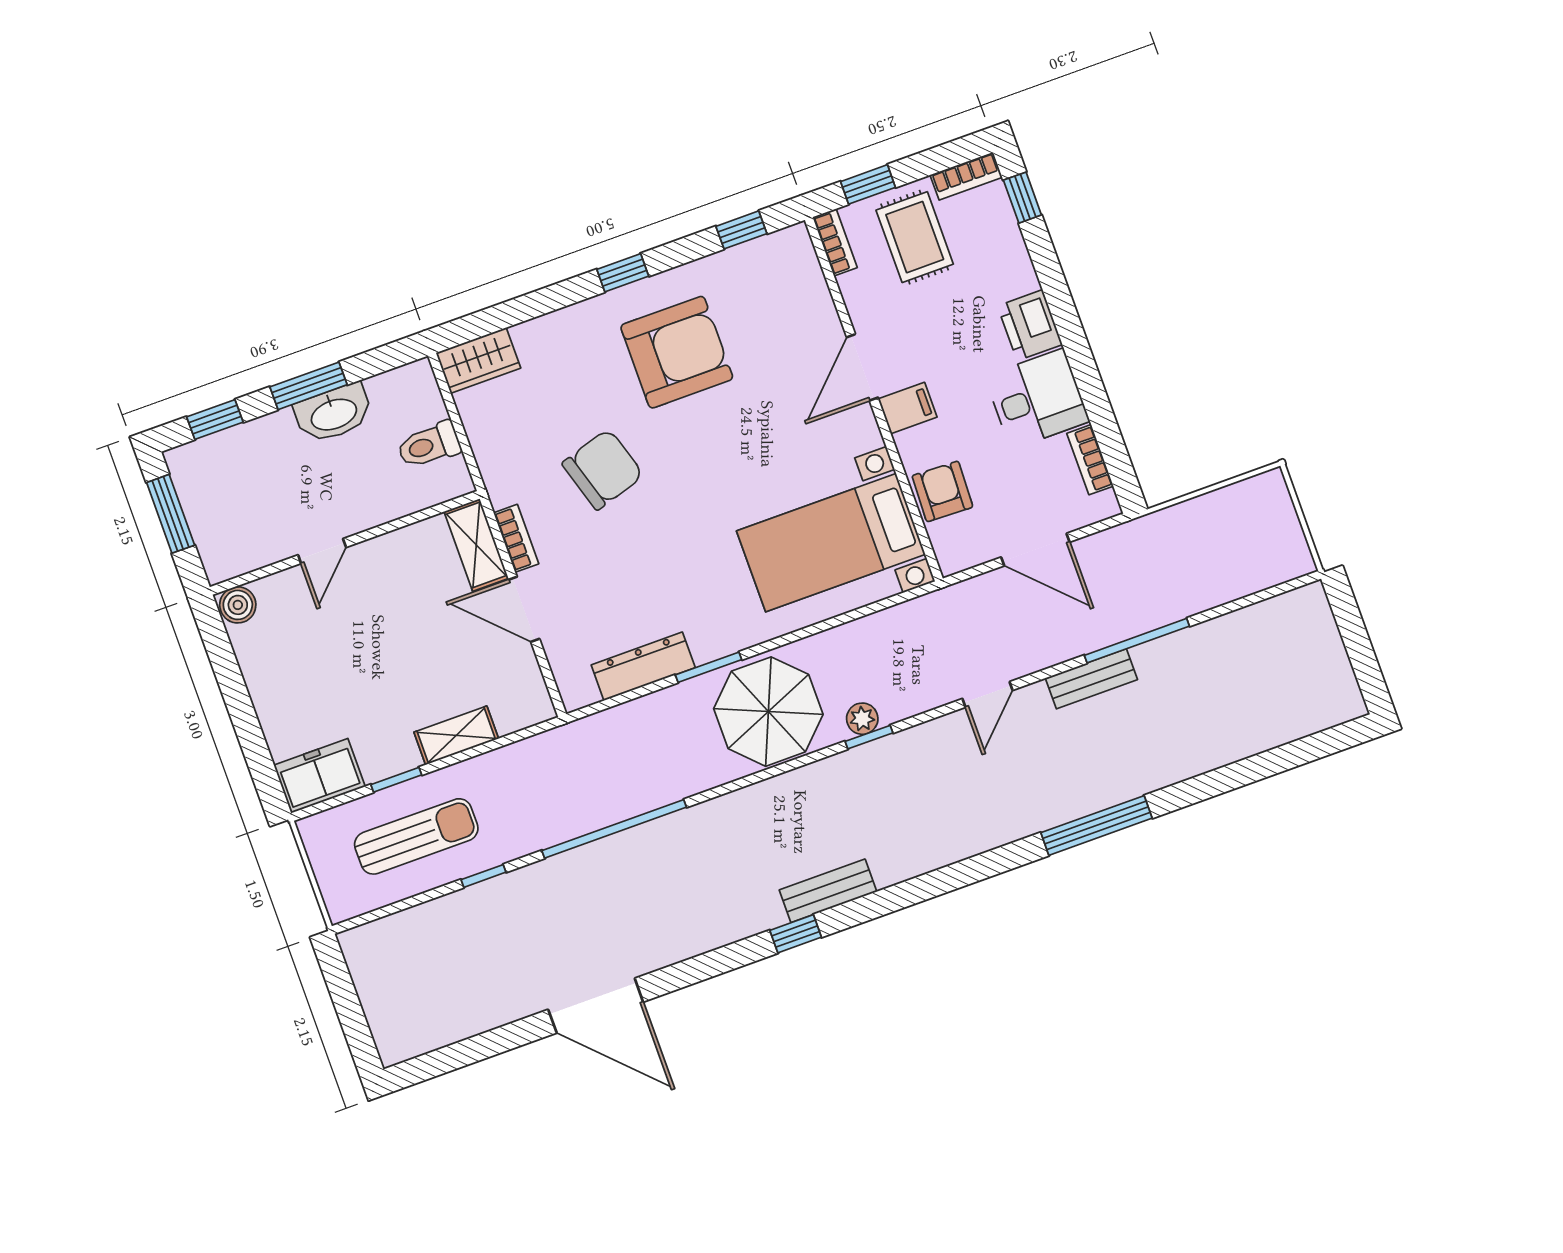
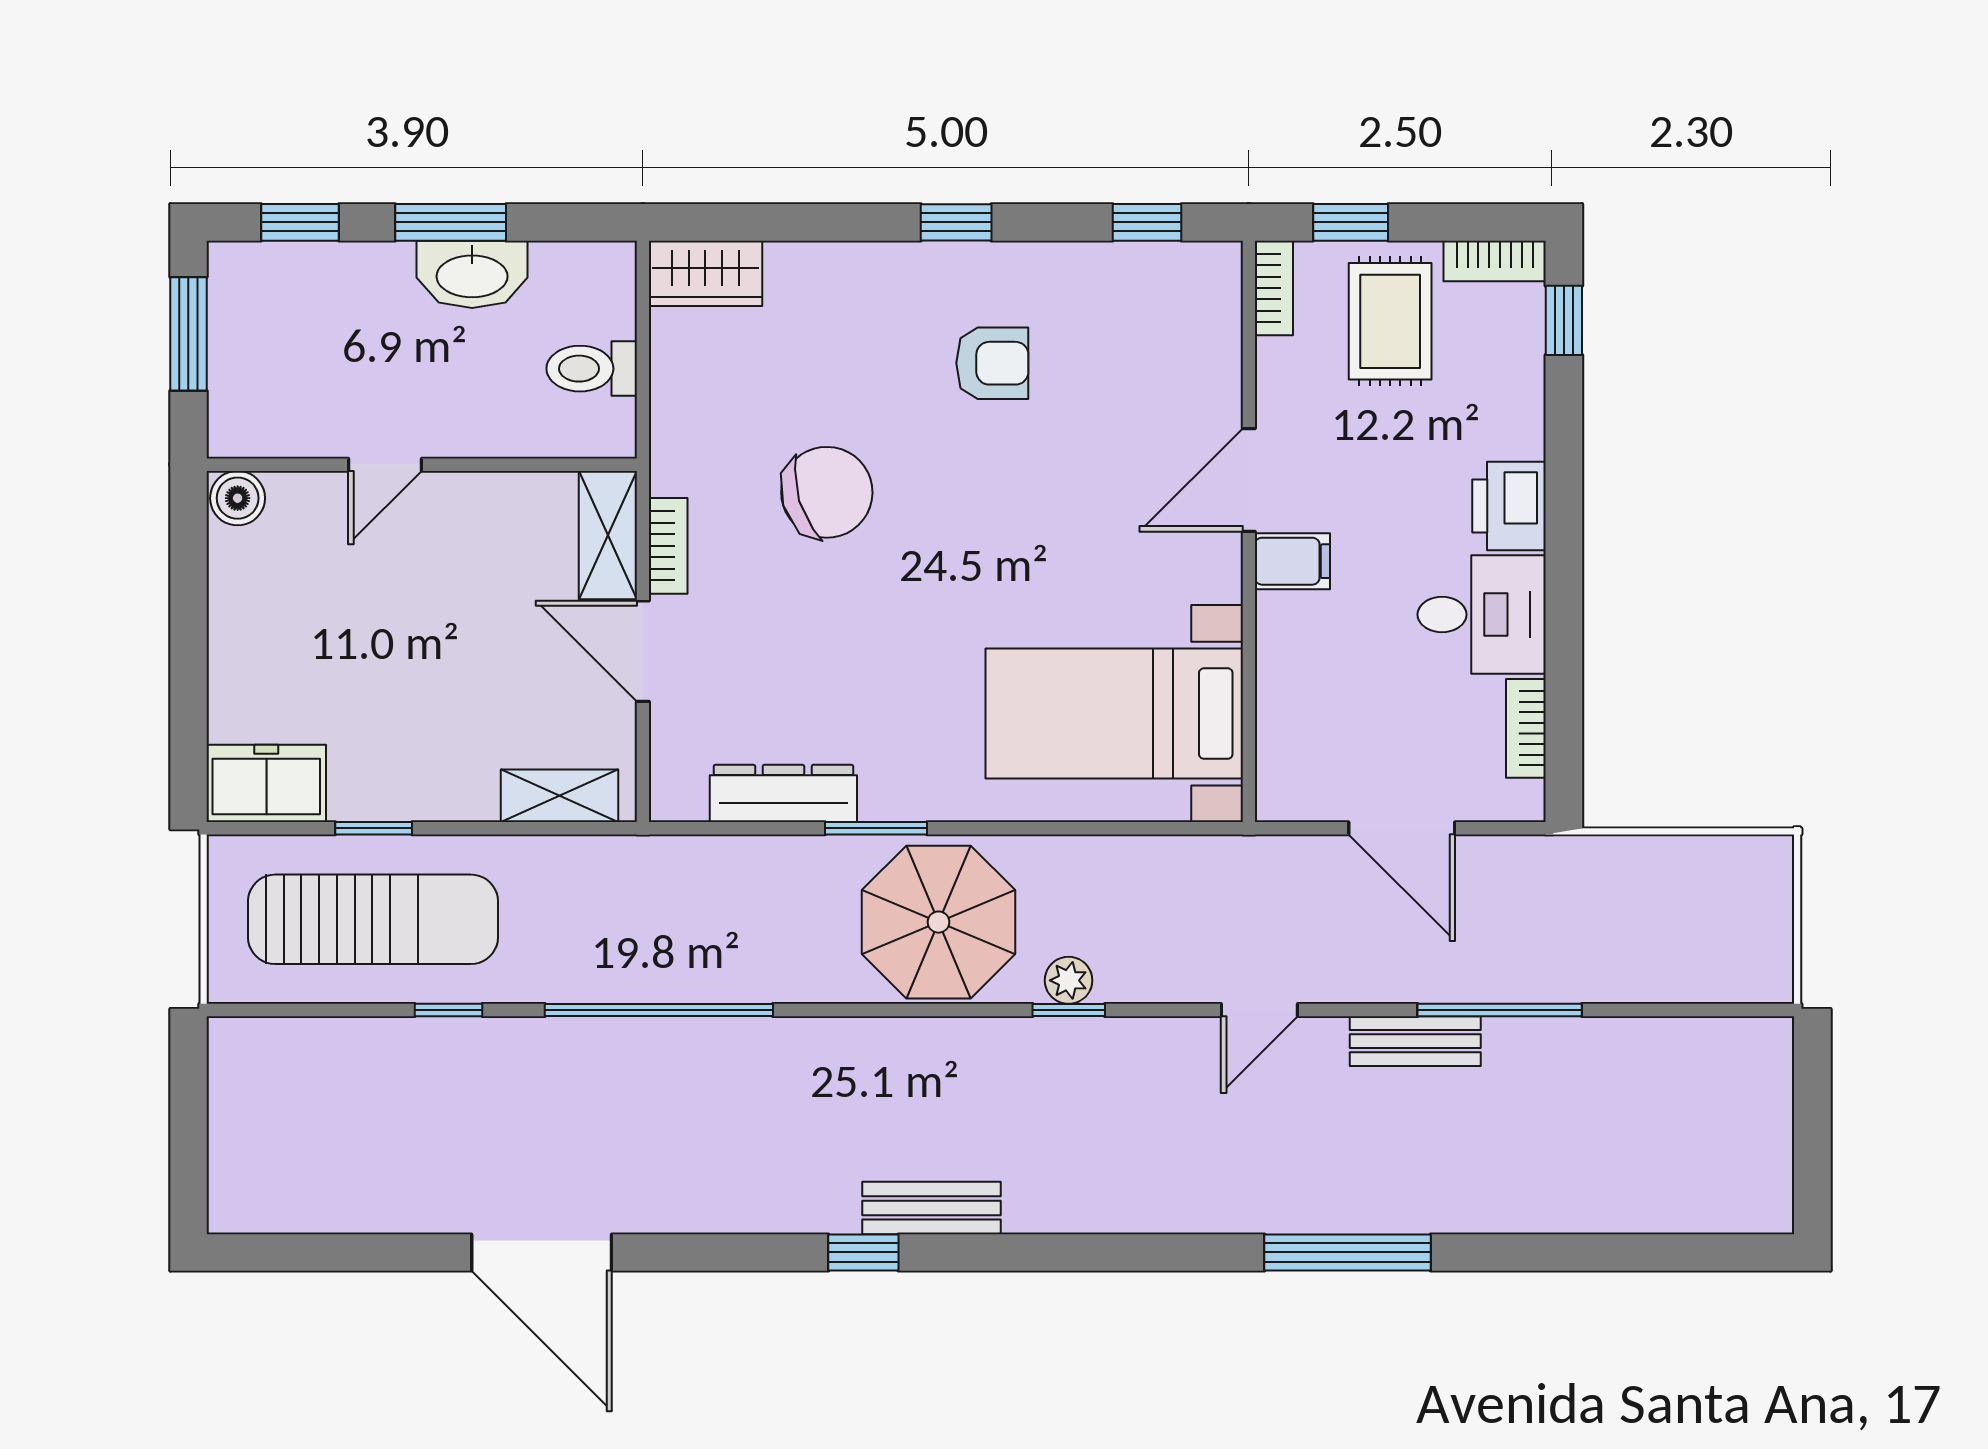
armchair: (677, 352) -> (992, 363), width x0.53, depth x0.53
armchair: (942, 491) -> (1299, 698), removed
shelving: (456, 735) -> (560, 796), moved
sun lounger: (416, 836) -> (373, 919), width x1.36, depth x1.34

